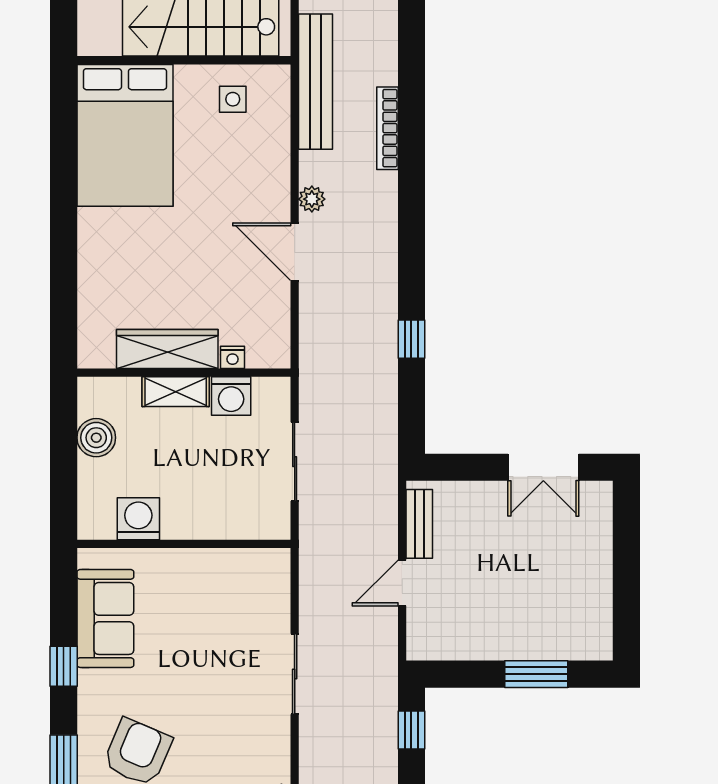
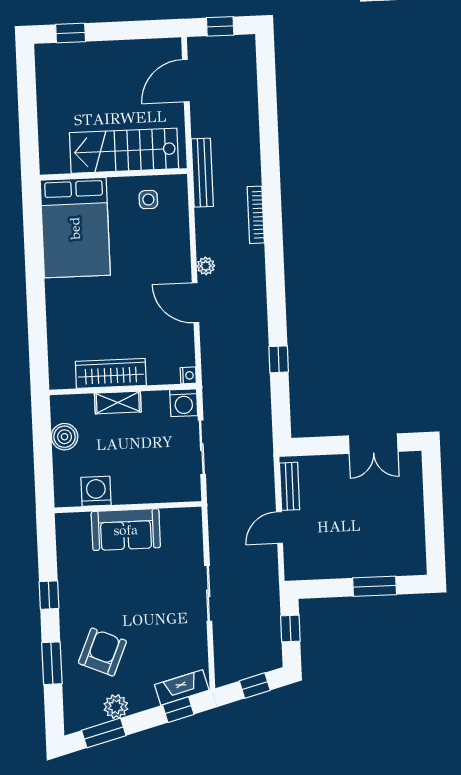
bench: (315, 82) -> (202, 173), width x0.73, depth x0.82
nightstand: (232, 357) -> (188, 375), moved, turned -90
washing machine: (231, 396) -> (184, 403), moved
sofa: (105, 618) -> (126, 530), moved, turned 90

